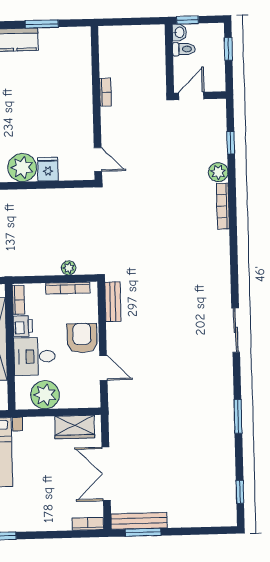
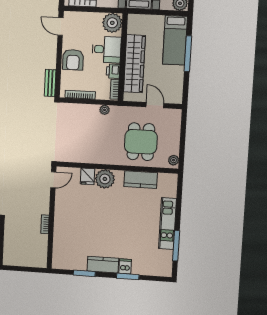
door: (98, 160) -> (53, 180), swing flipped
plant: (69, 268) -> (105, 110), moved
door: (103, 368) -> (60, 27), moved
plant: (45, 395) -> (112, 23), moved

